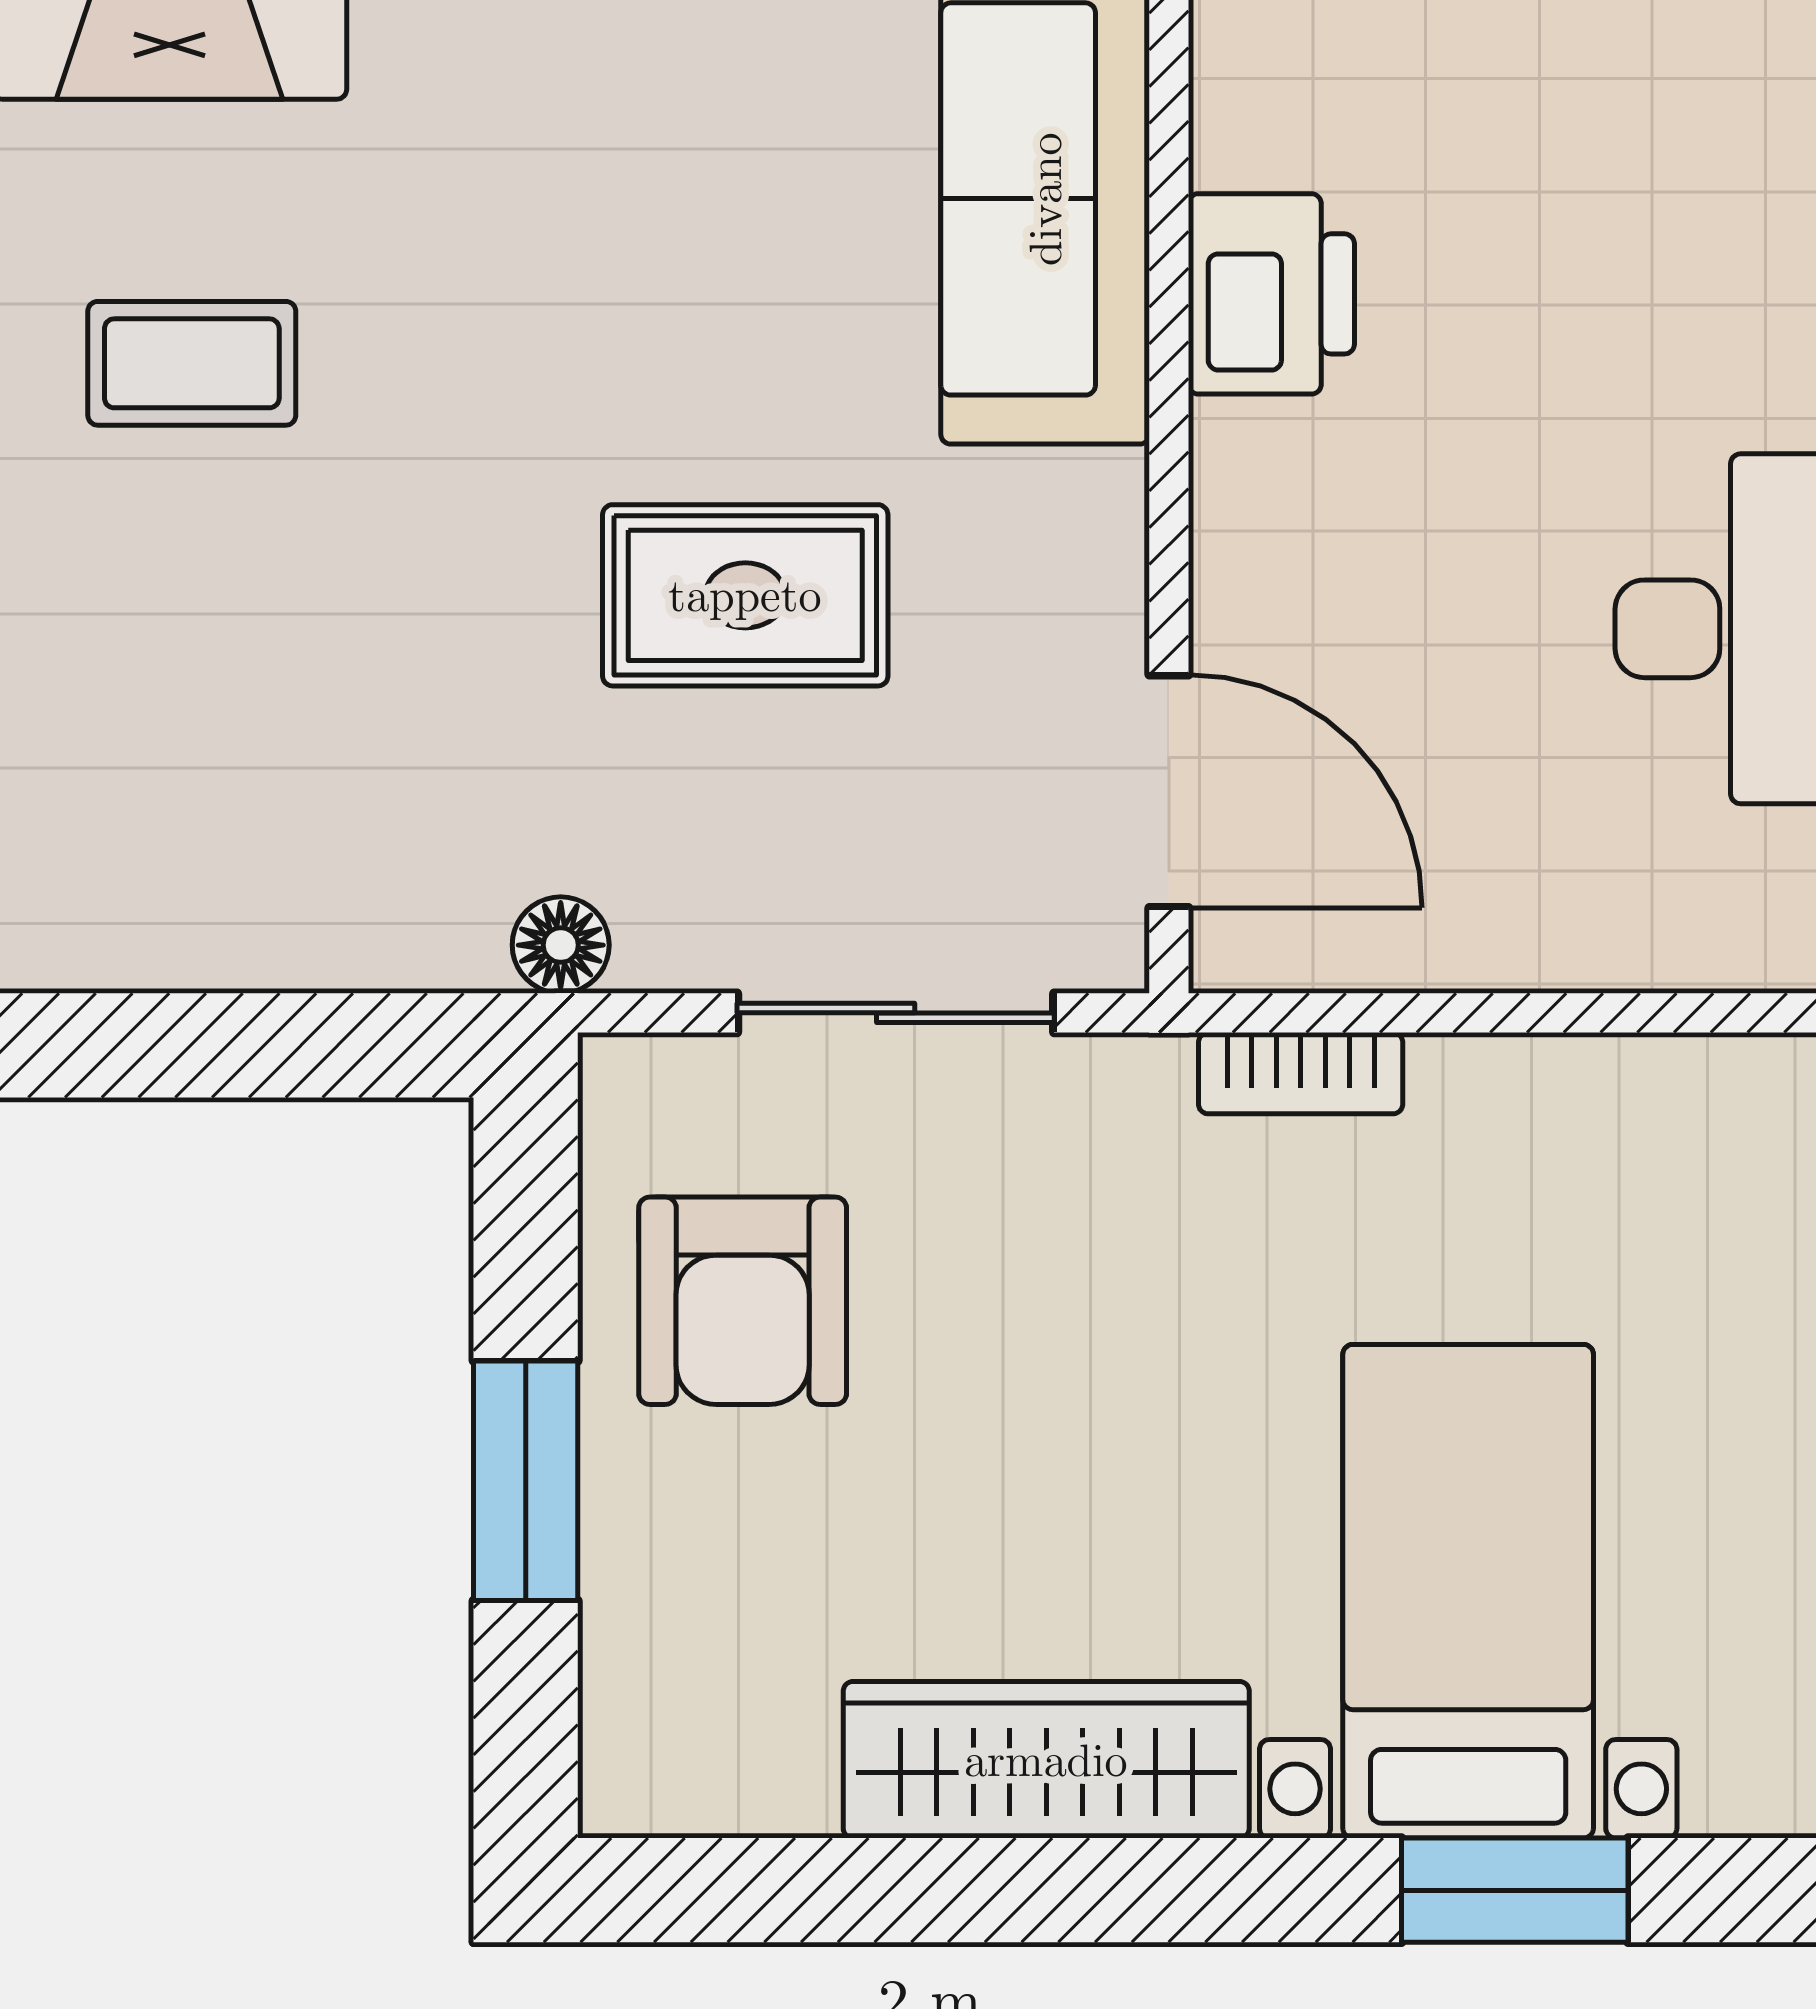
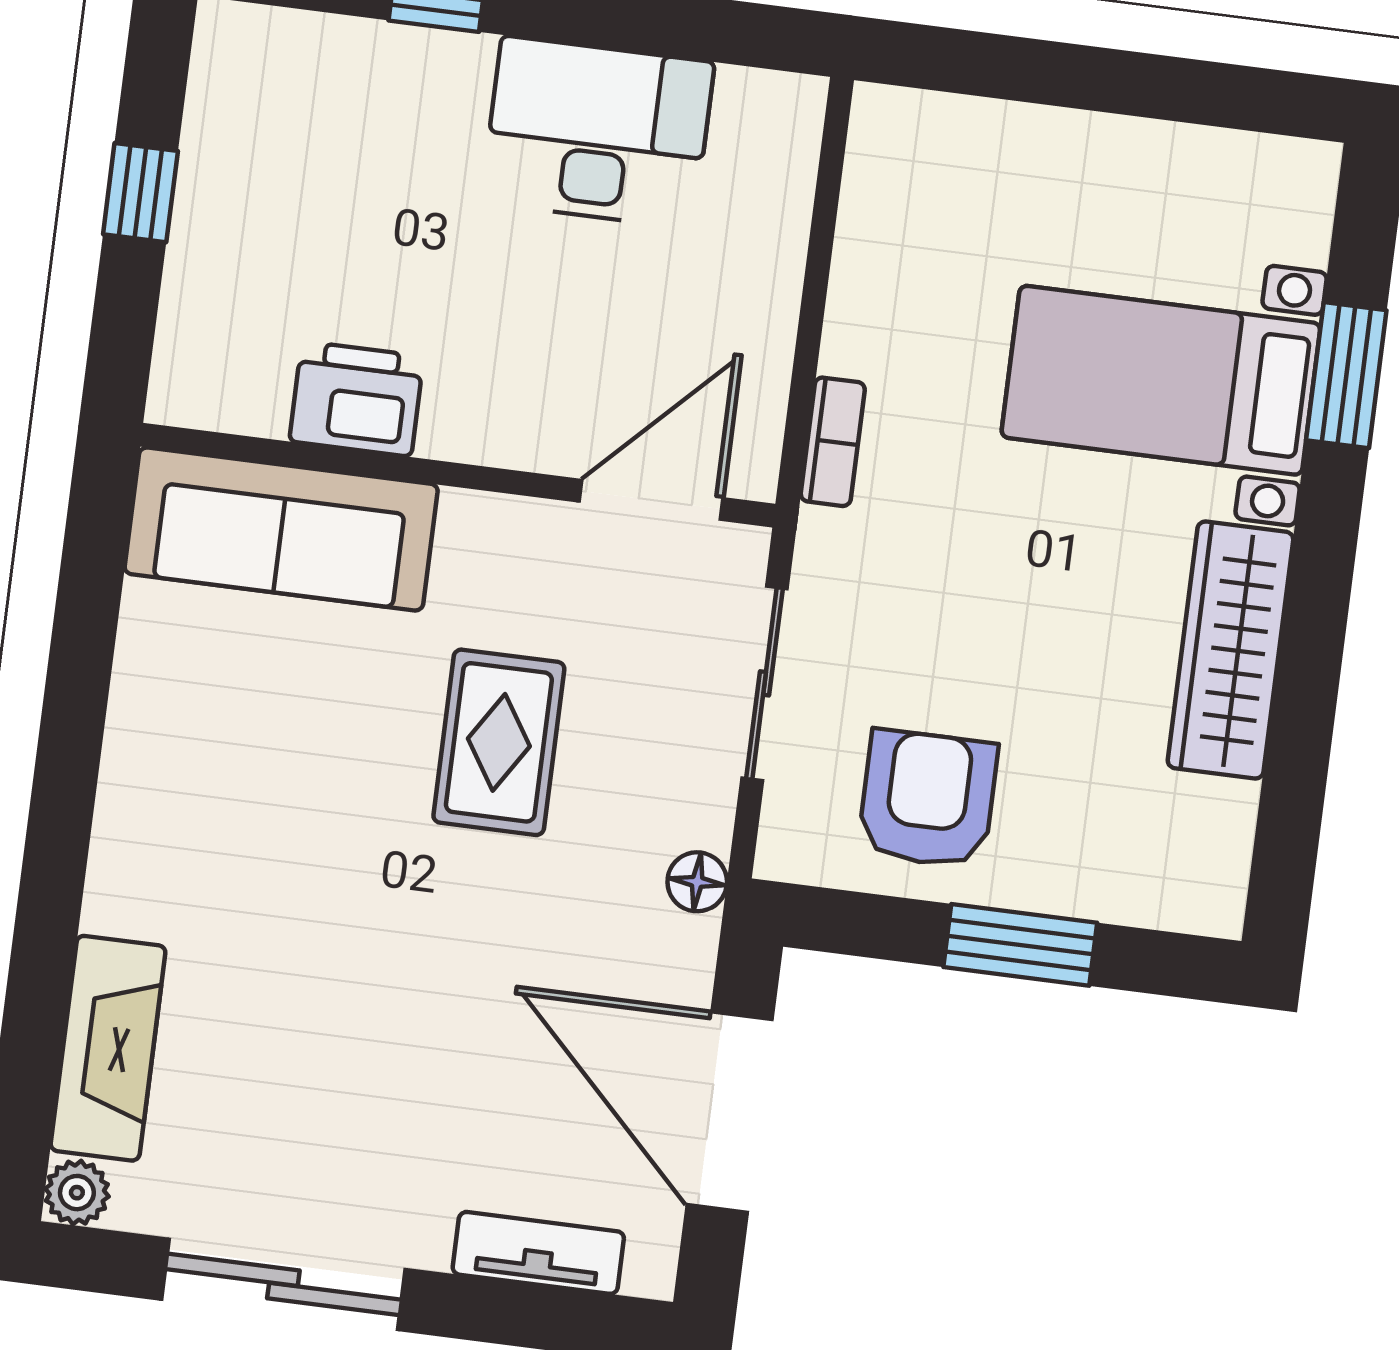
coffee table: (192, 363) -> (315, 1061), removed
door: (195, 1045) -> (730, 1112), added
armchair: (743, 1301) -> (928, 799), turned -90

